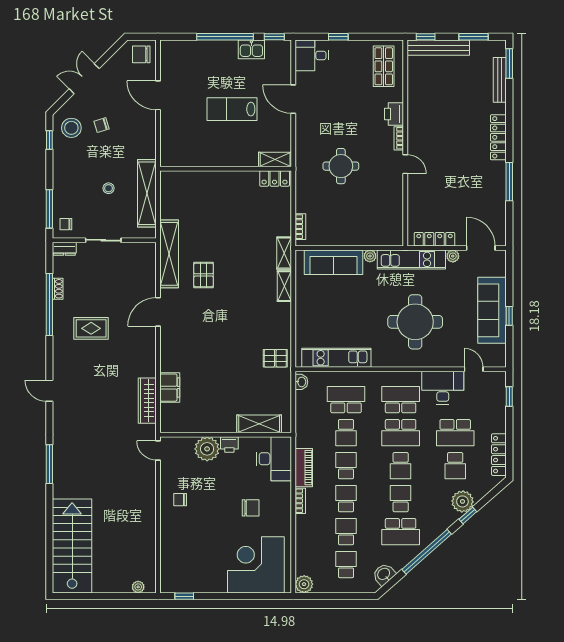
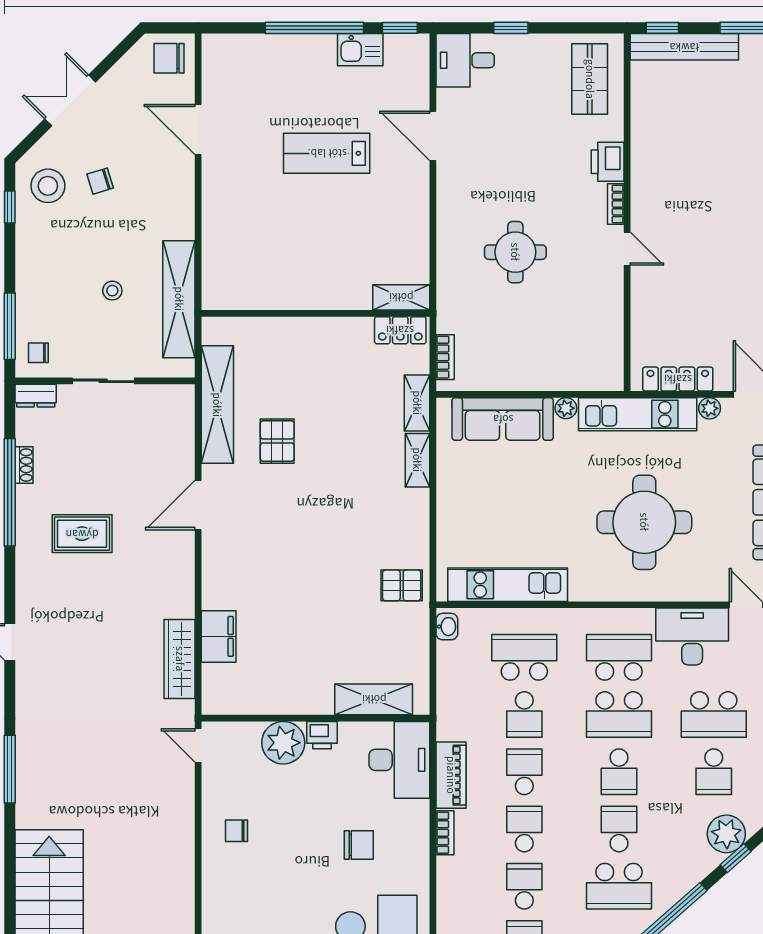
shelving: (275, 159) -> (401, 297), moved
wall: (226, 169) -> (315, 313), moved
locker: (275, 178) -> (400, 330), moved

